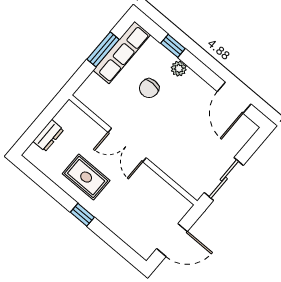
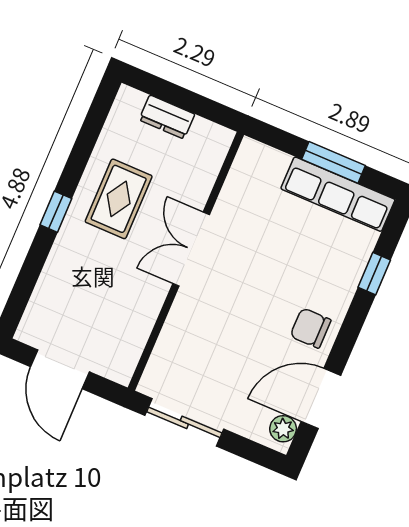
plant: (179, 69) -> (283, 429), moved
chair: (149, 88) -> (310, 328), moved

